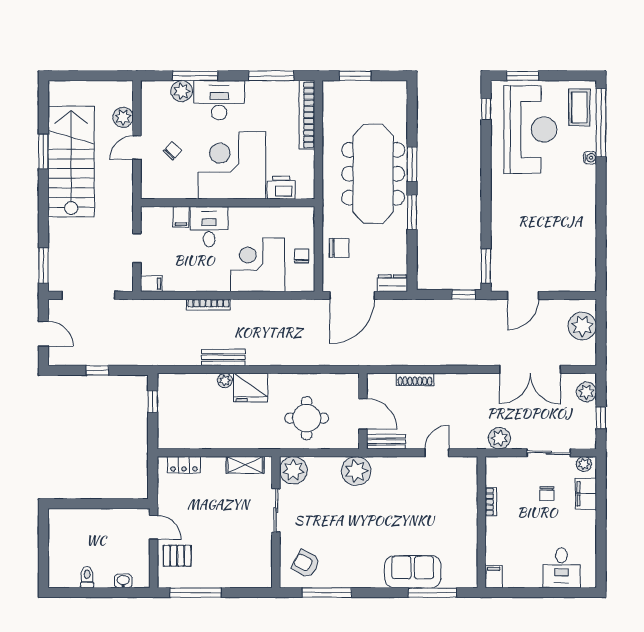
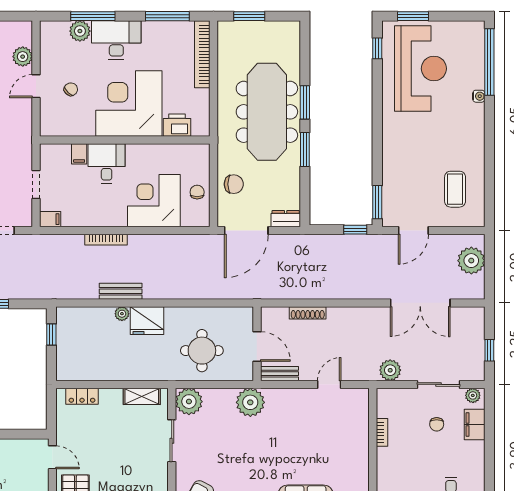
coffee table: (579, 107) -> (455, 189), moved
plant: (586, 392) -> (475, 325), removed

